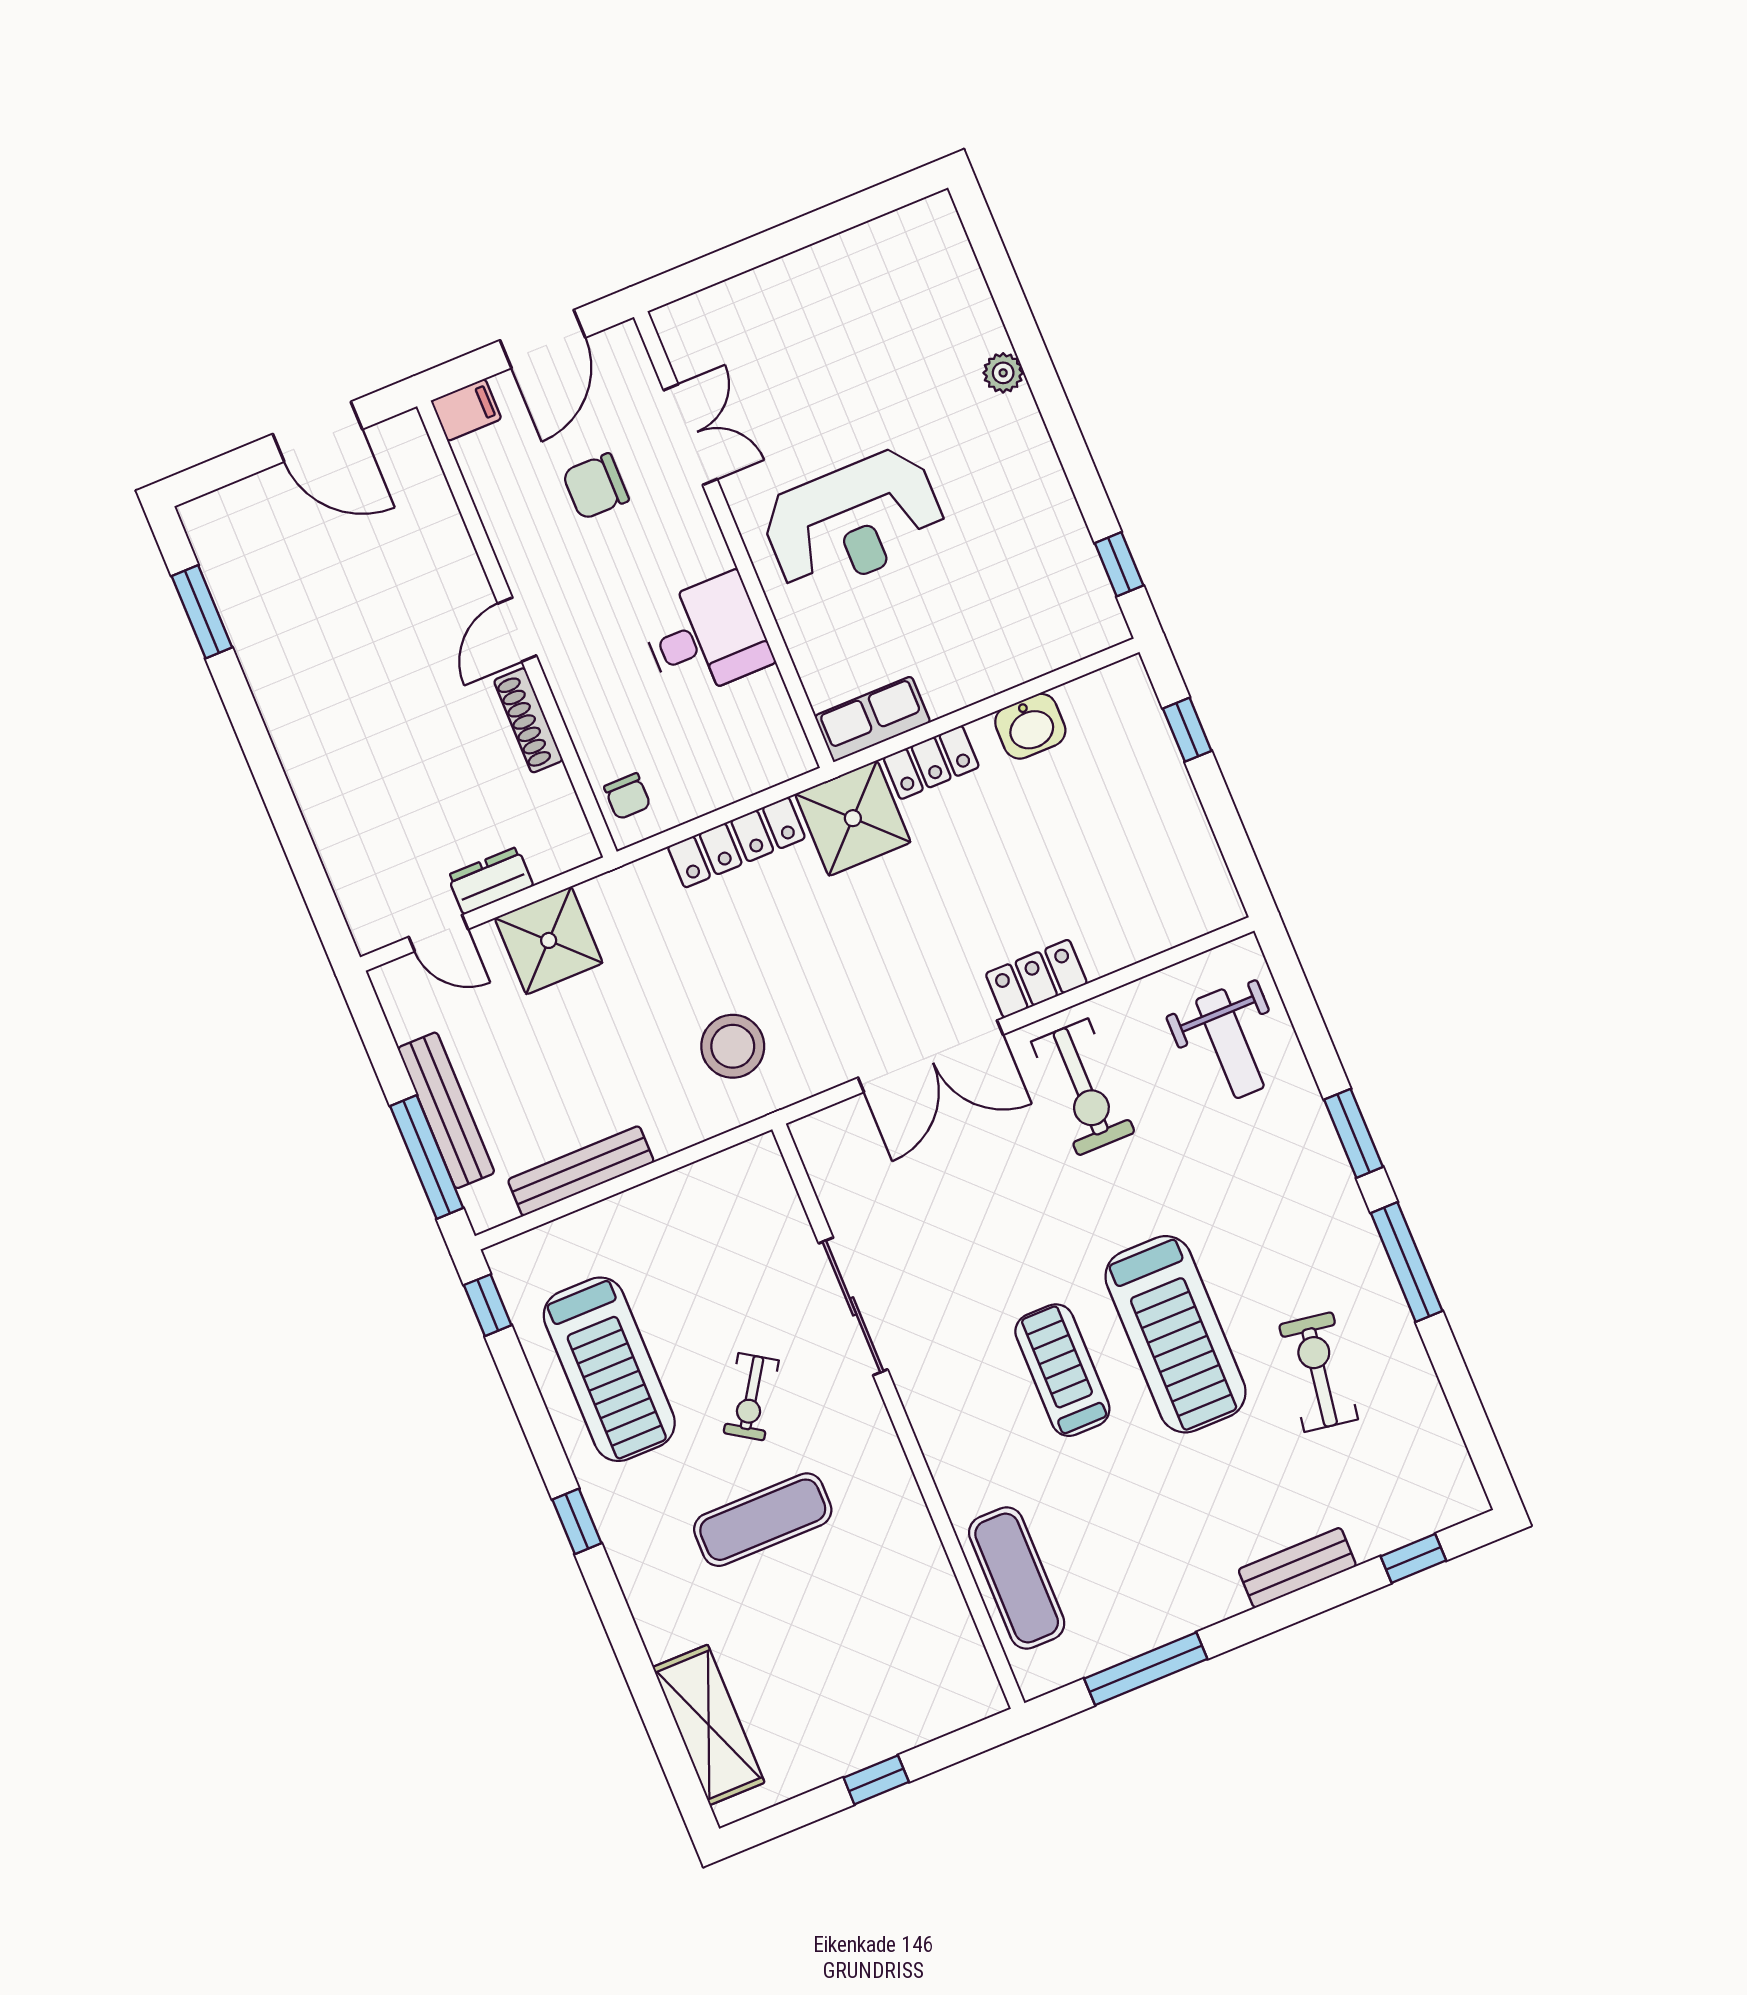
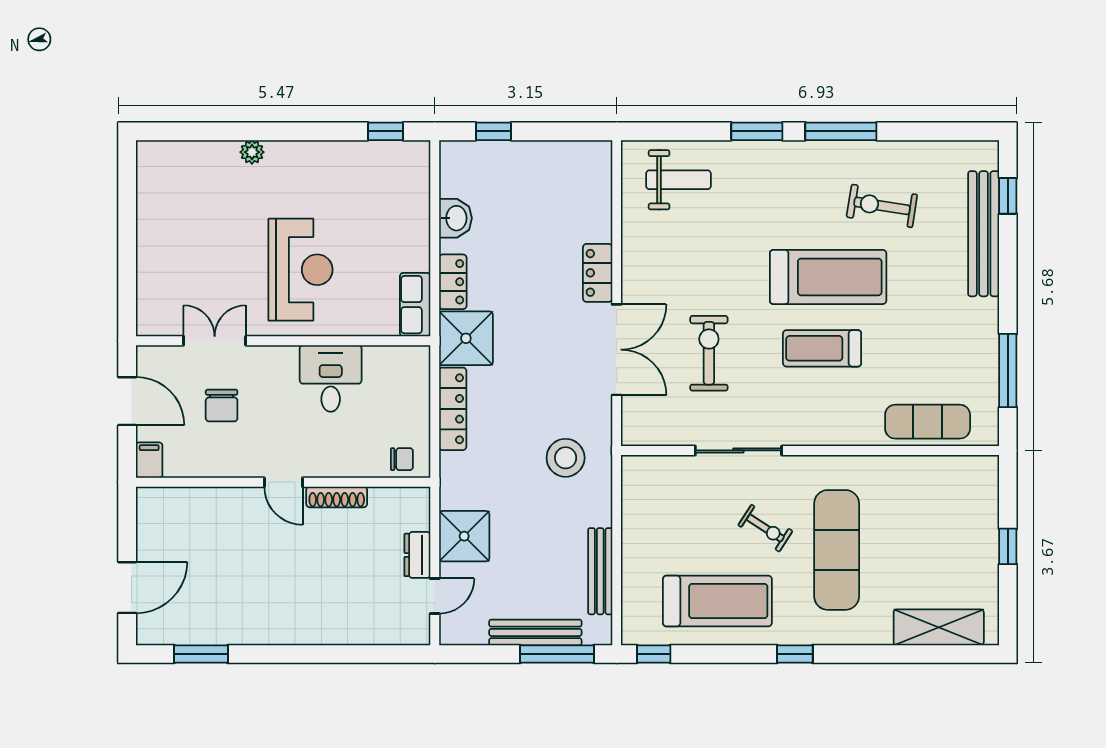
door: (318, 432) -> (127, 588), moved
exercise bike: (1083, 1087) -> (709, 353), moved, turned -90
exercise mat: (763, 1520) -> (837, 550), width x1.36, depth x1.45
bench: (1297, 1568) -> (984, 234), width x1.86, depth x1.21

